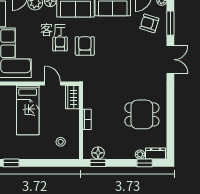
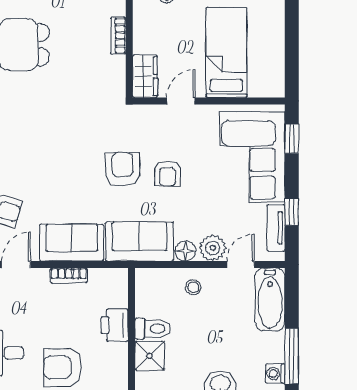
armchair: (85, 46) -> (122, 169), turned 180
door: (53, 84) -> (181, 101), swing flipped

